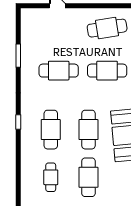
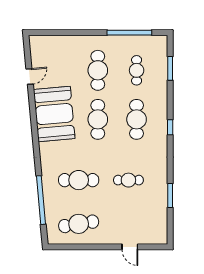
cafe table: (59, 71) -> (128, 180), width x0.73, depth x0.74
window: (18, 179) -> (170, 68), added

